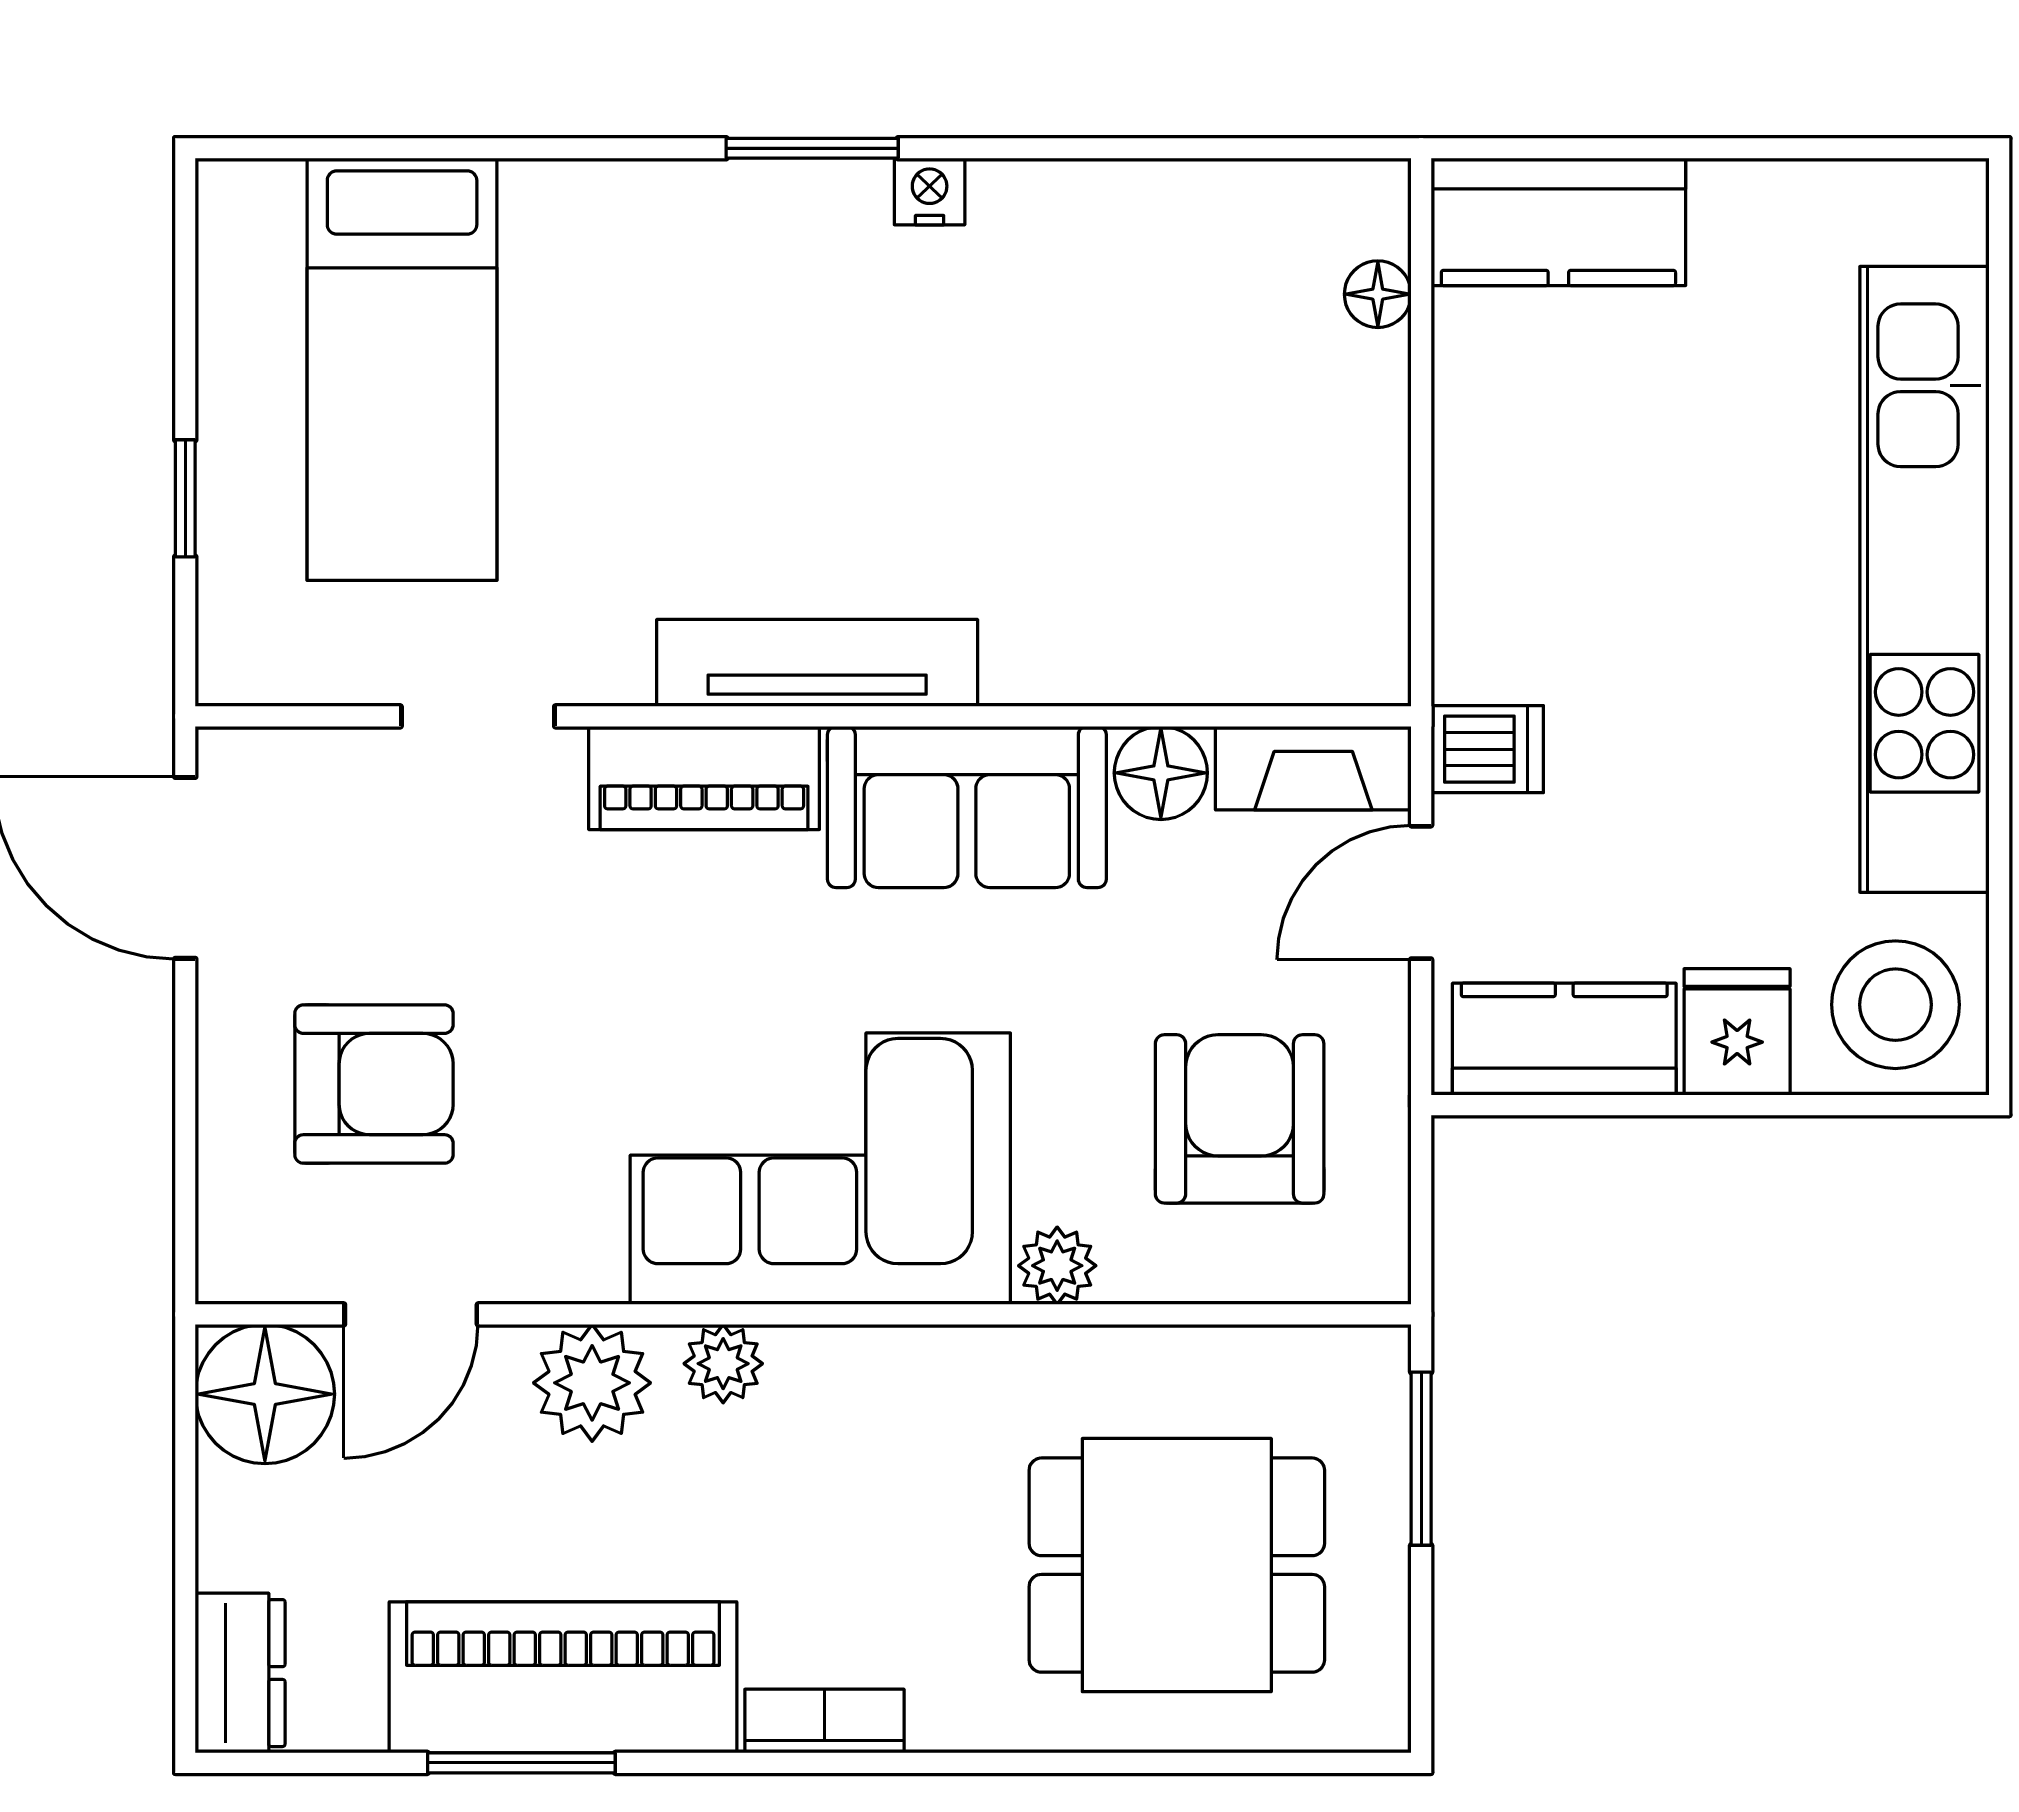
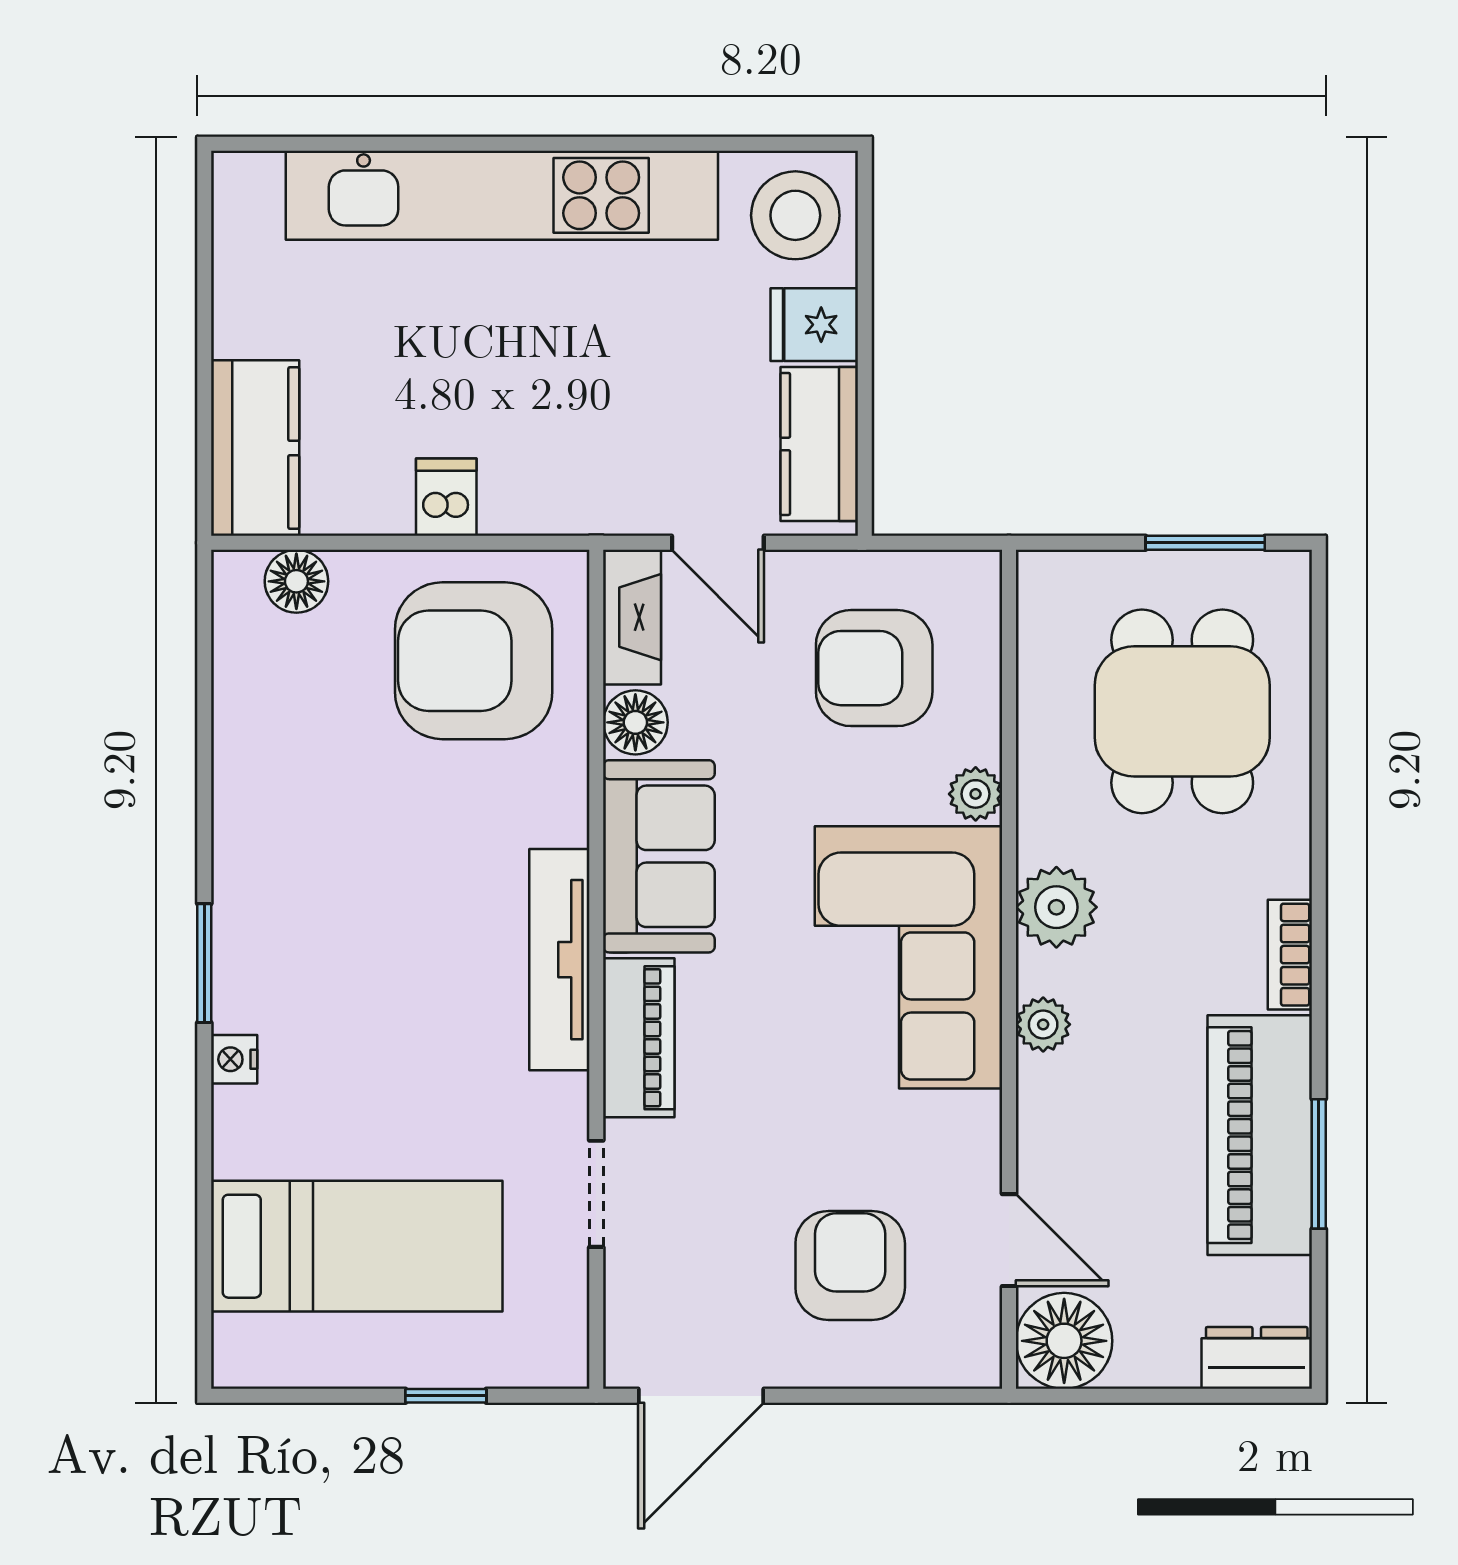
nightstand: (930, 191) -> (234, 1059), moved
floor lamp: (1378, 294) -> (296, 581), width x1.37, depth x1.37
armchair: (1250, 538) -> (474, 661), added
dishwasher: (1487, 749) -> (446, 497), moved
plant: (592, 1383) -> (1056, 907), moved
window: (1421, 1459) -> (1205, 543), moved

